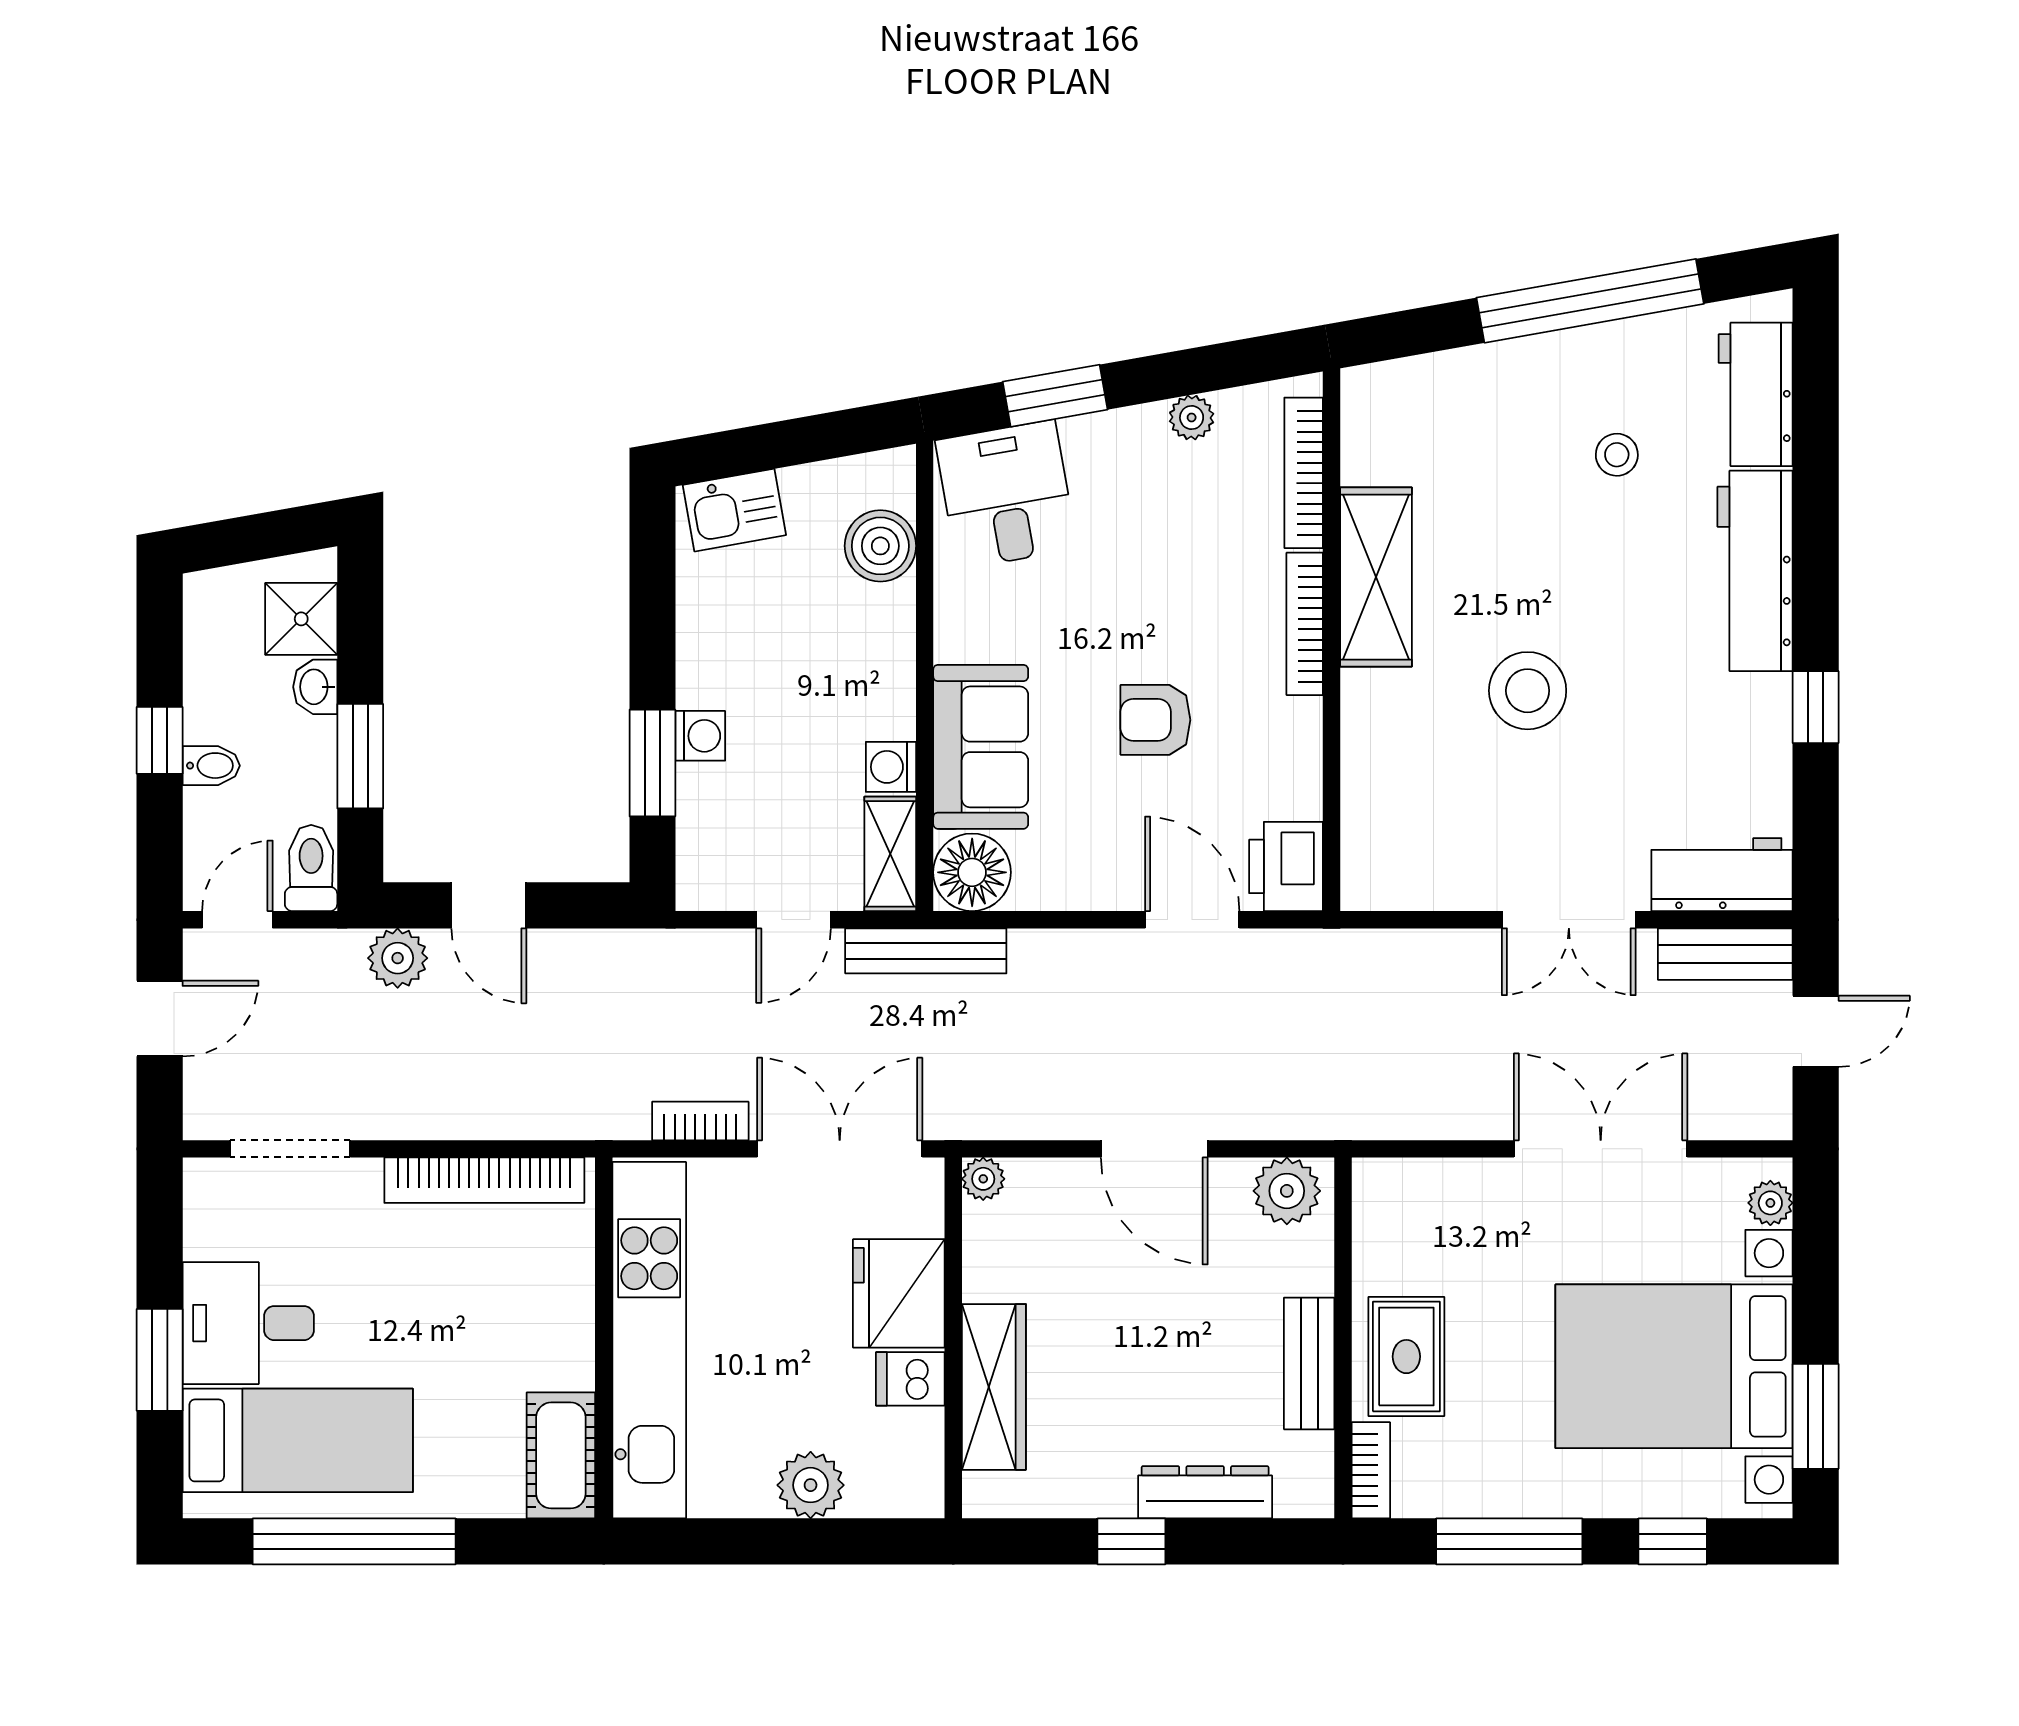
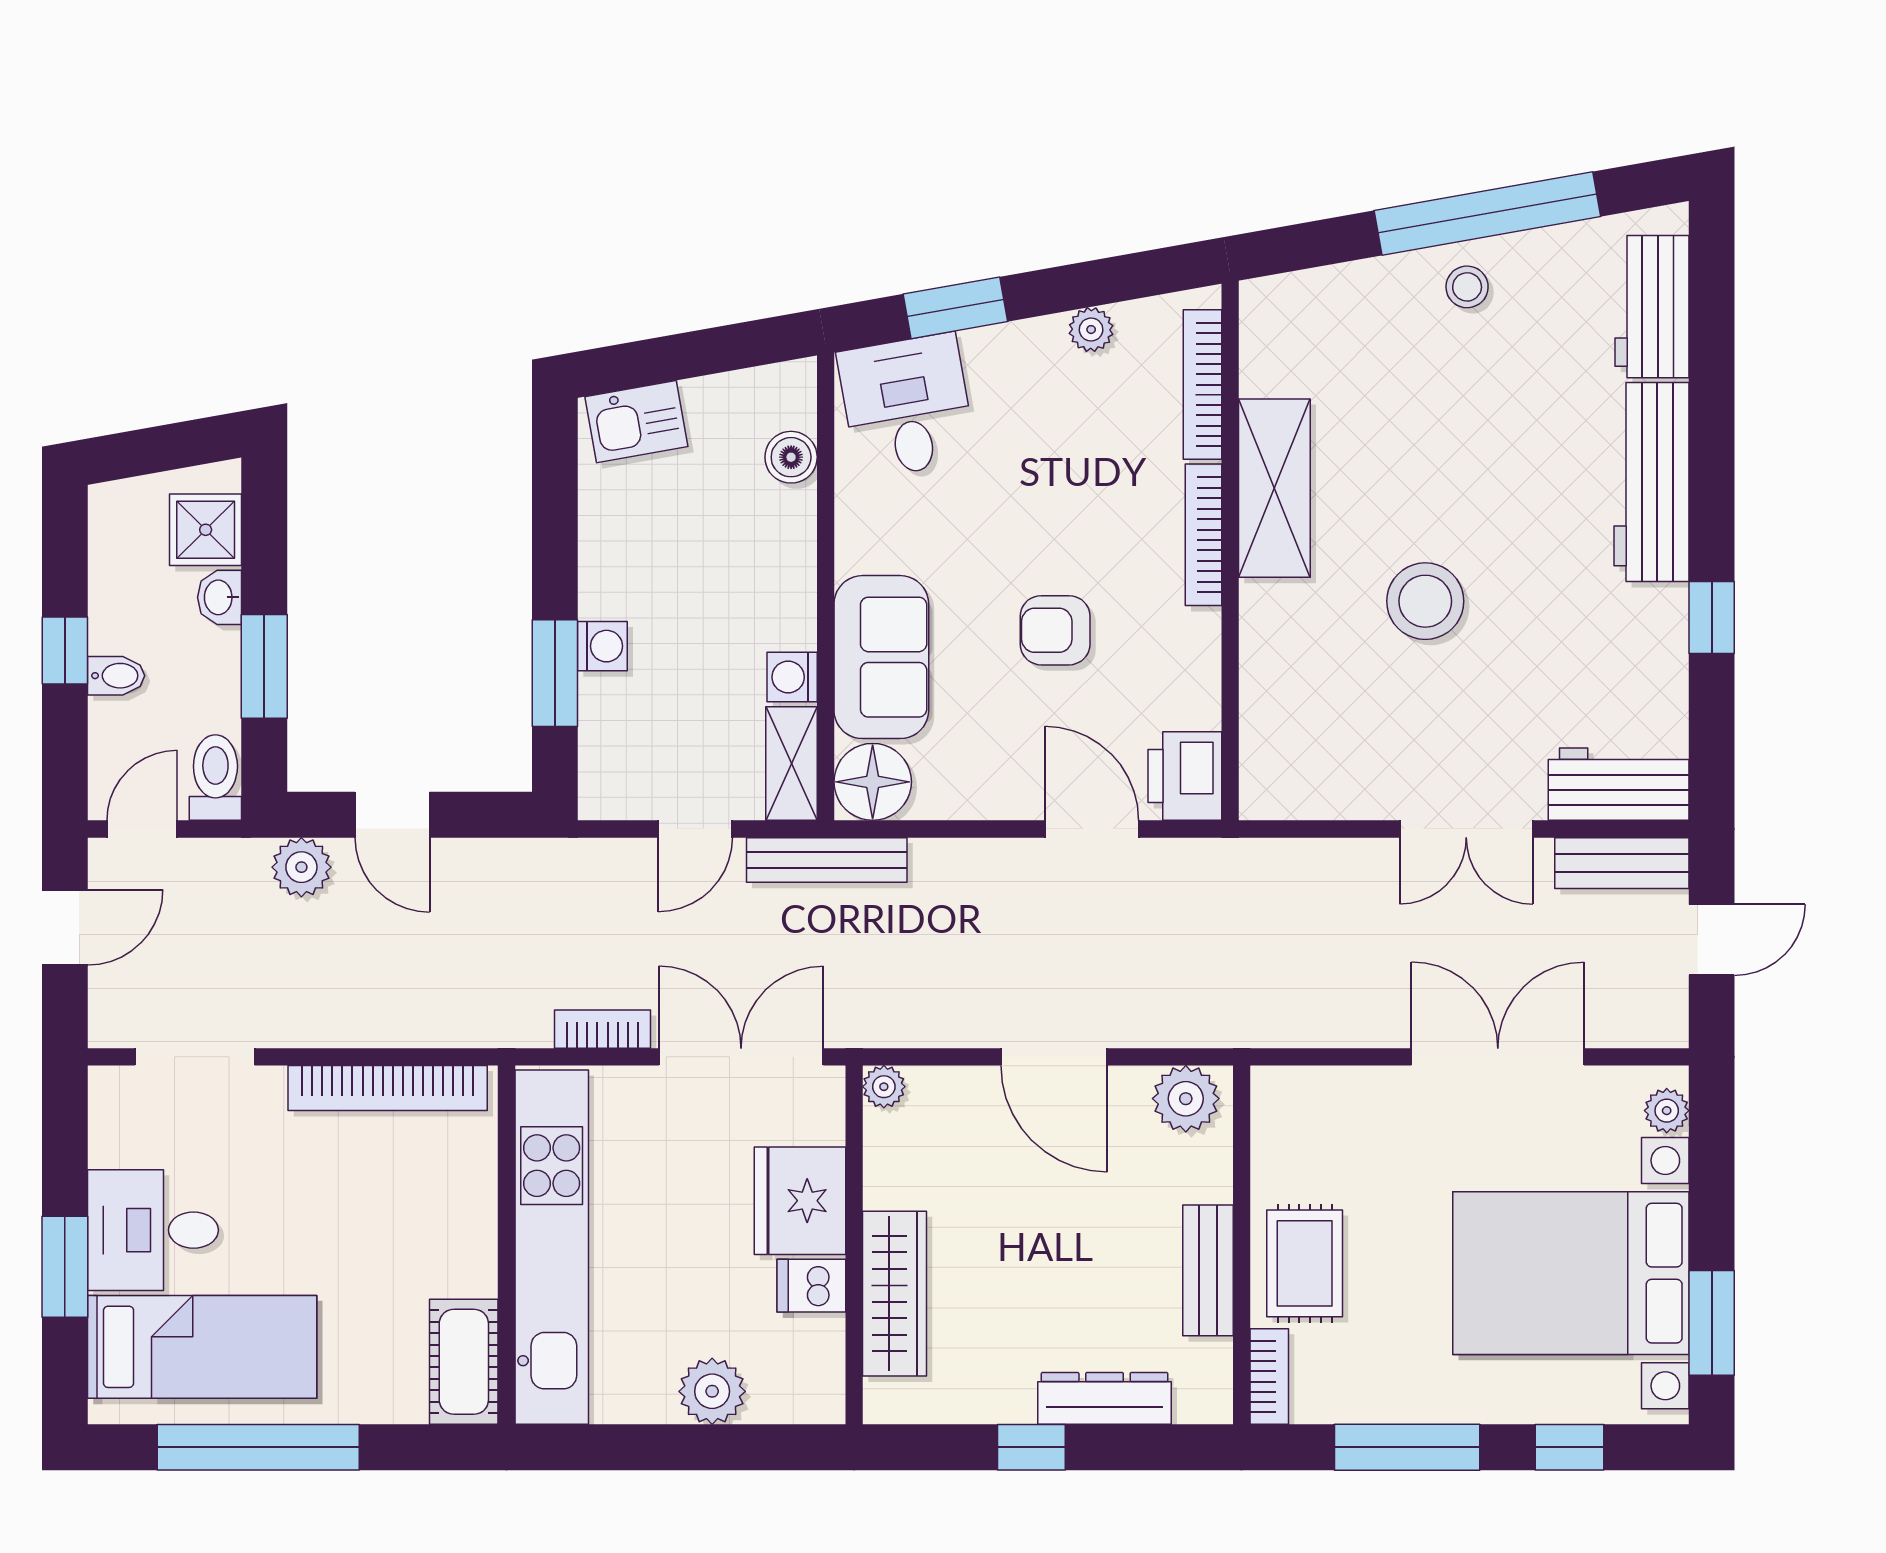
stool: (1617, 455) -> (1467, 287), moved
boiler: (880, 546) -> (791, 457), width x0.73, depth x0.73

